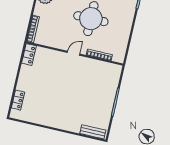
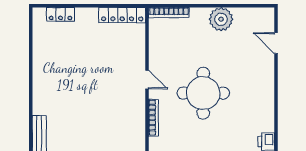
locker: (29, 55) -> (122, 15), width x1.53

